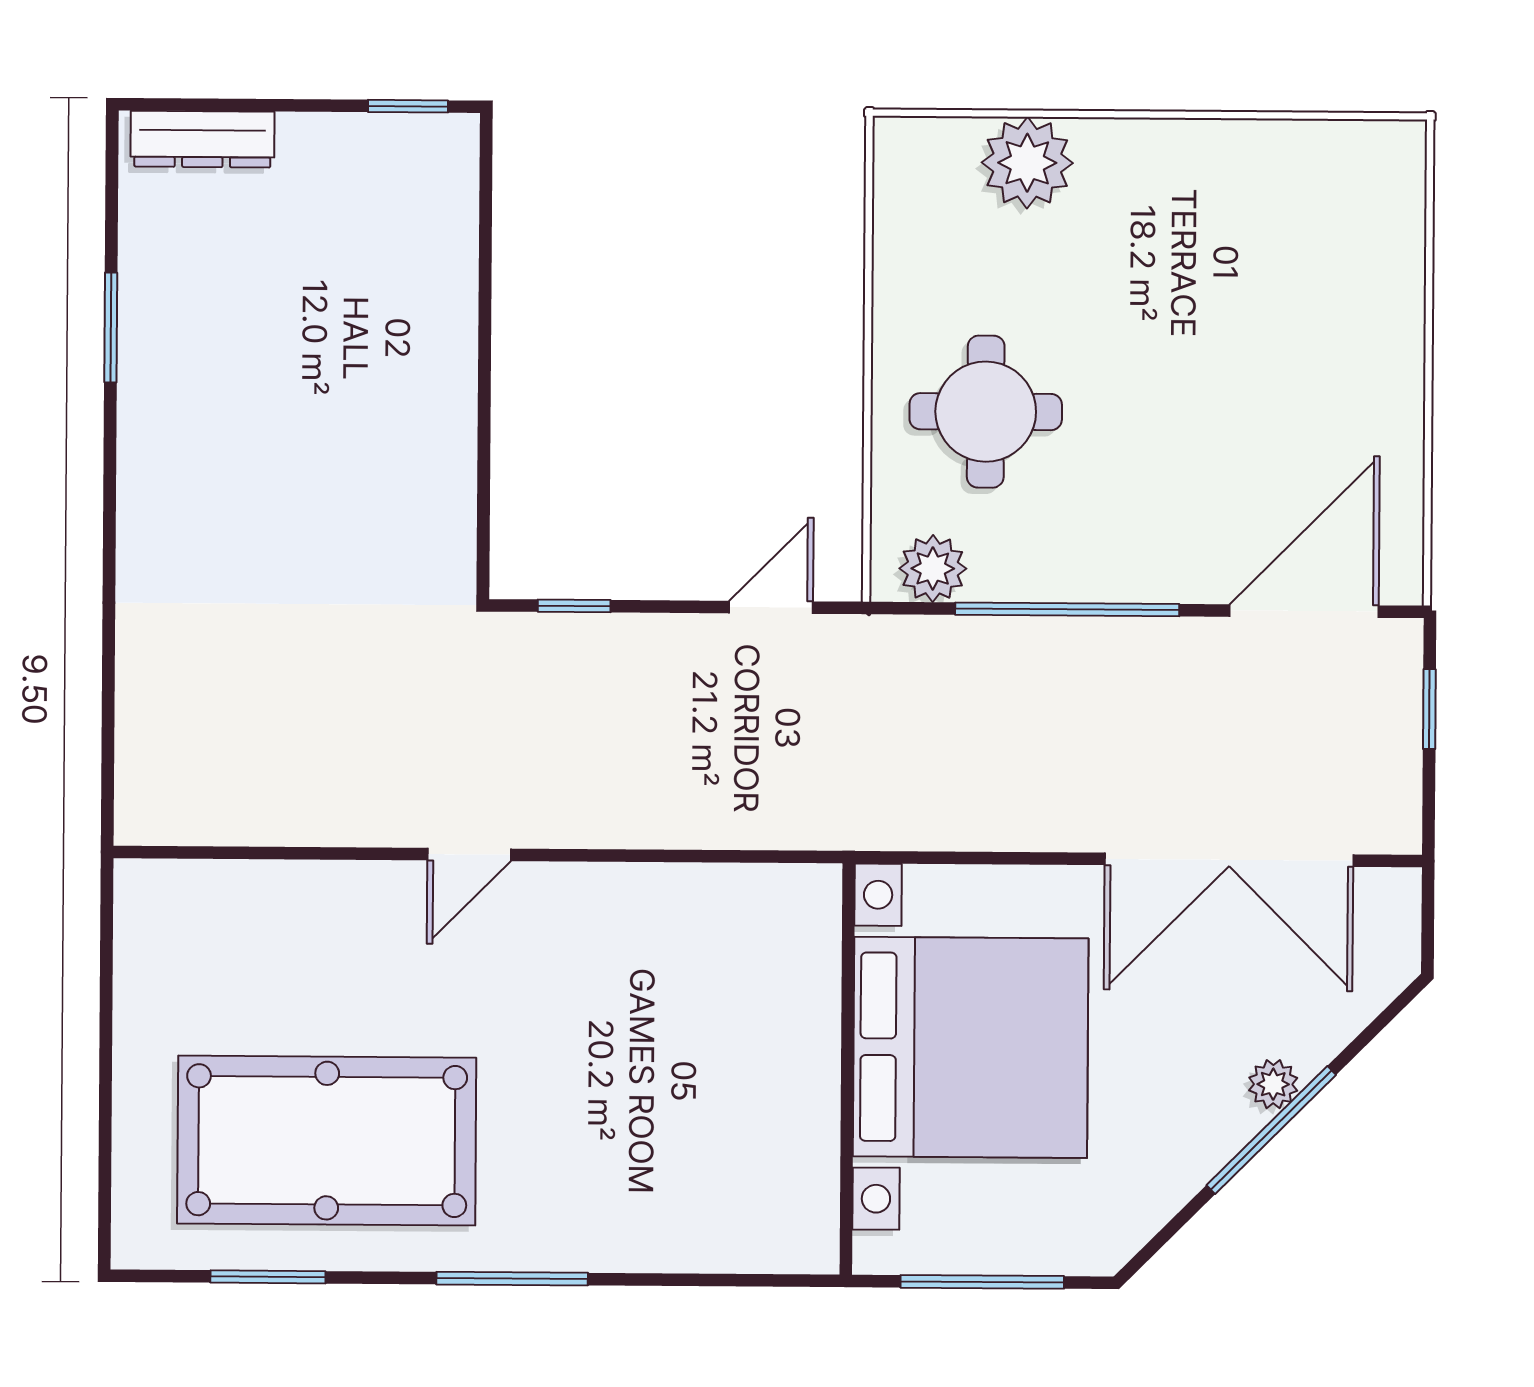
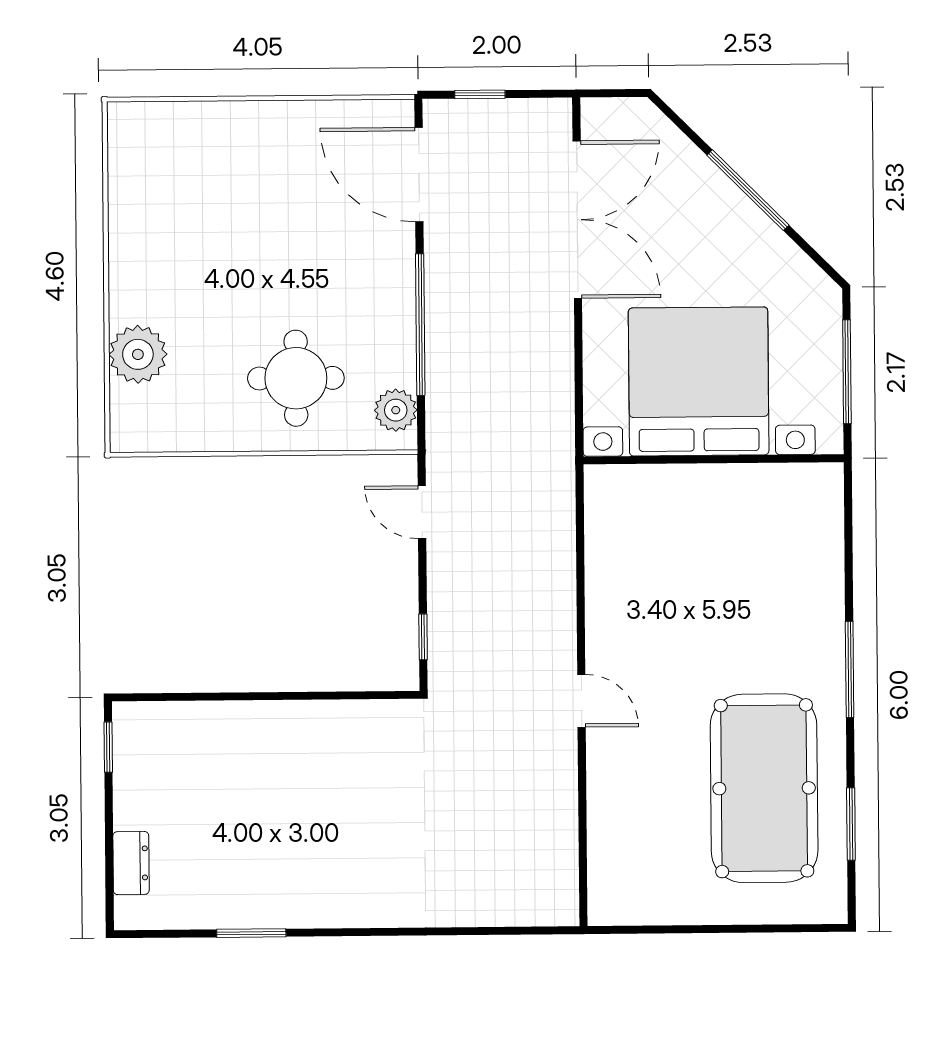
dresser: (202, 139) -> (131, 863), width x0.70
plant: (1273, 1084) -> (719, 189), removed

